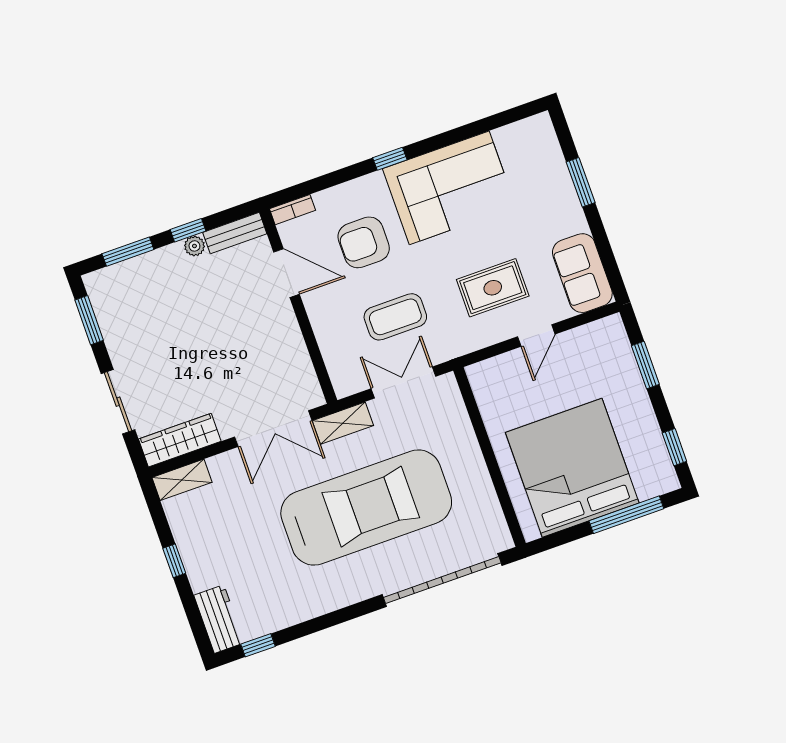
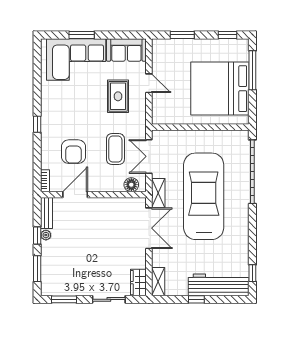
corner sofa: (449, 188) -> (76, 59), moved, turned 90
floor lamp: (341, 369) -> (131, 185), added
wardrobe: (180, 440) -> (138, 283), width x0.67
workbench: (219, 619) -> (219, 285), width x1.88, depth x1.32

